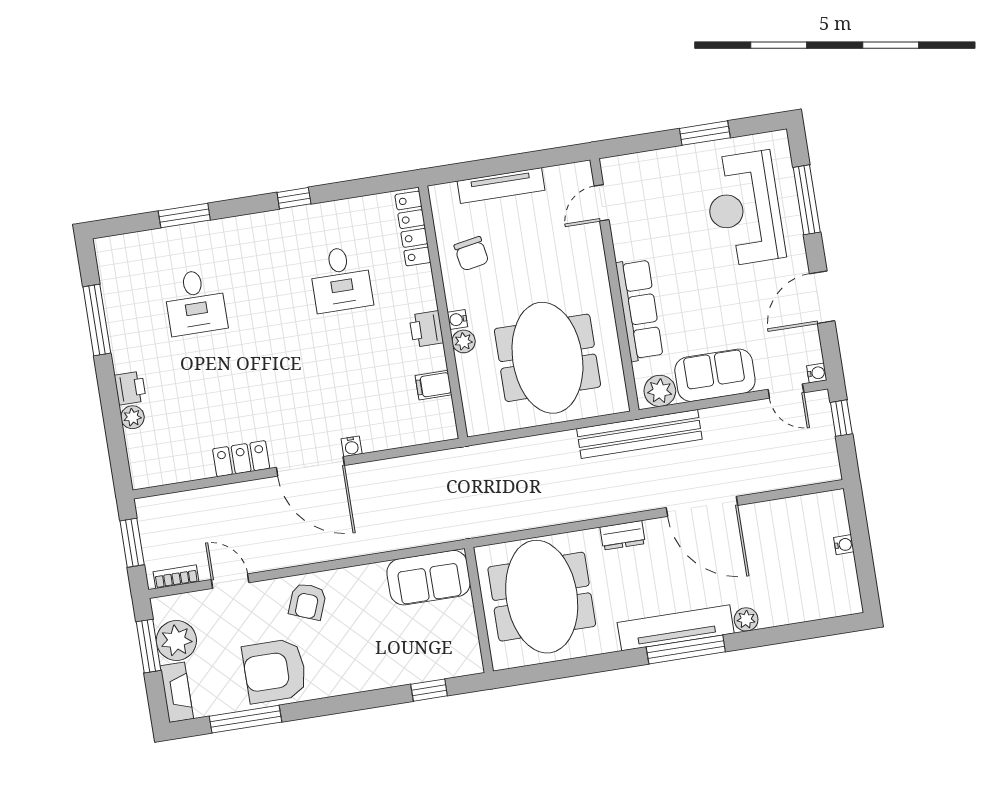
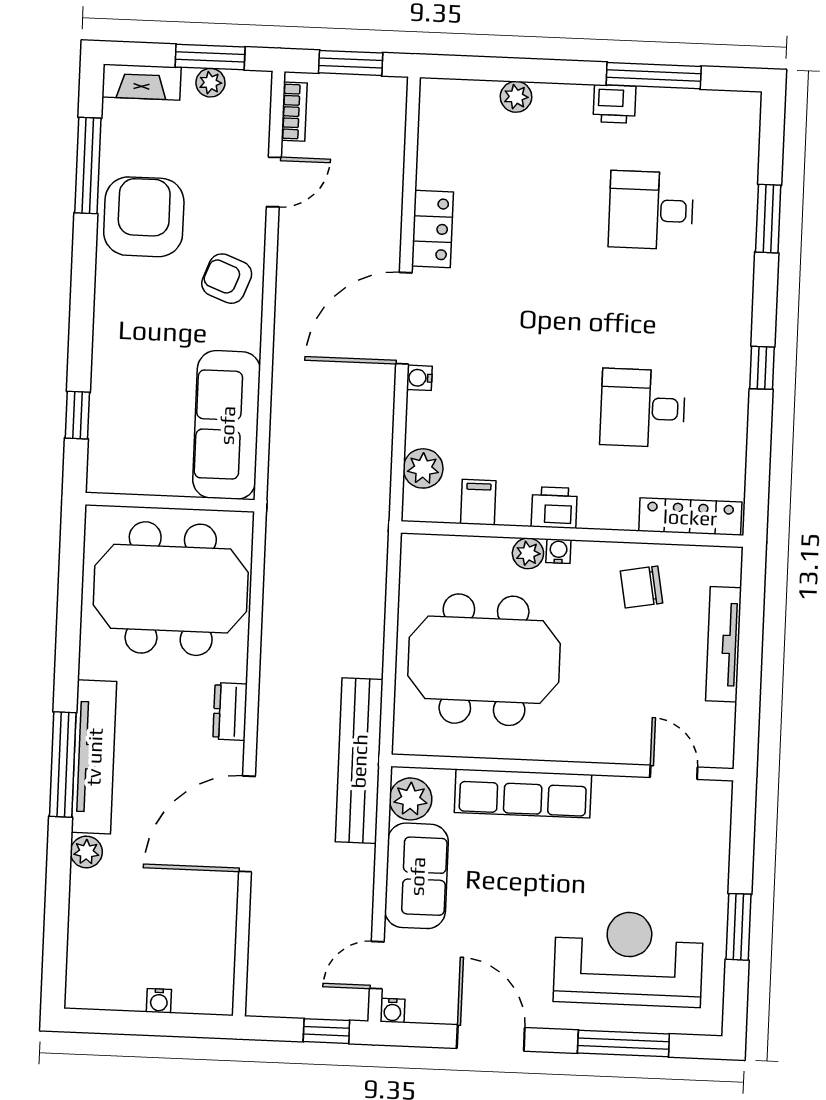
printer: (130, 388) -> (614, 104), moved
plant: (417, 430) -> (423, 468), added
sofa: (429, 578) -> (227, 425), width x1.36
plant: (176, 641) -> (210, 83), width x0.53, depth x0.53

